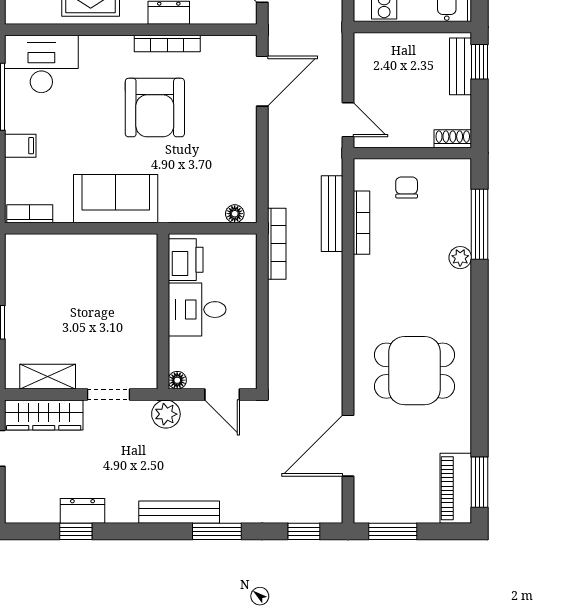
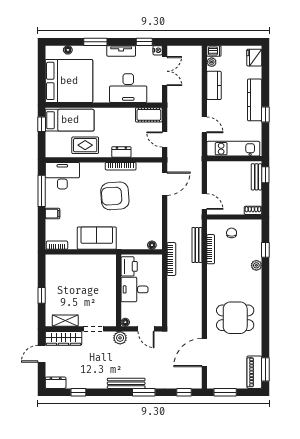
armchair: (155, 108) -> (115, 196), turned 86
window: (479, 224) -> (265, 250), width x0.46
dresser: (83, 511) -> (56, 383), moved

